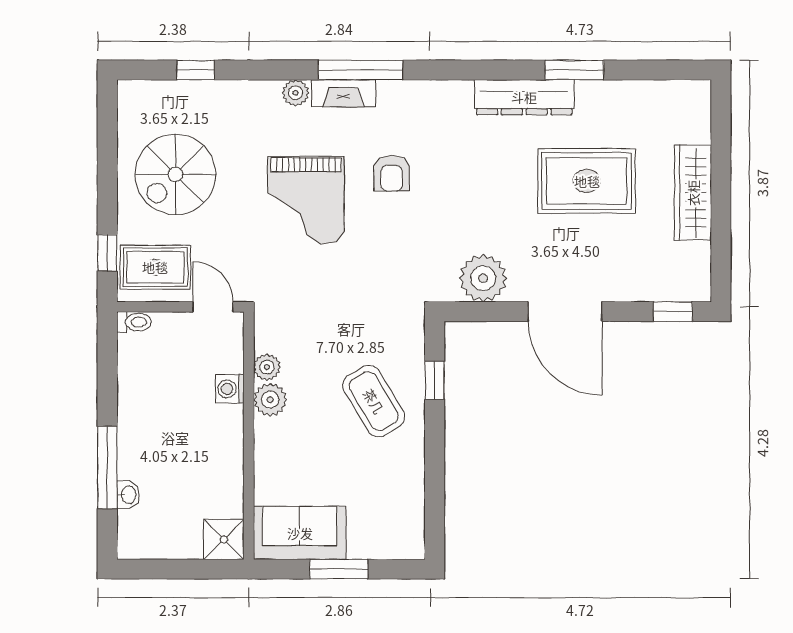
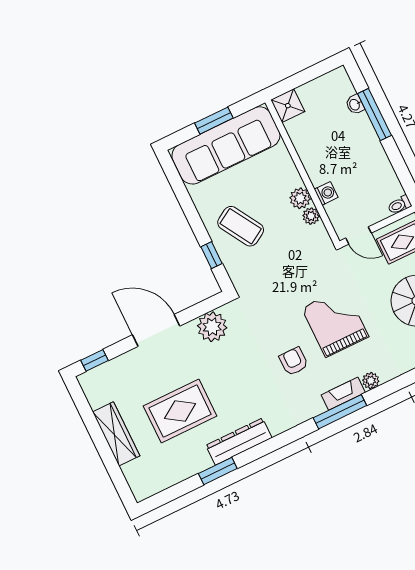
sofa: (300, 533) -> (226, 145), width x1.85, depth x1.27

